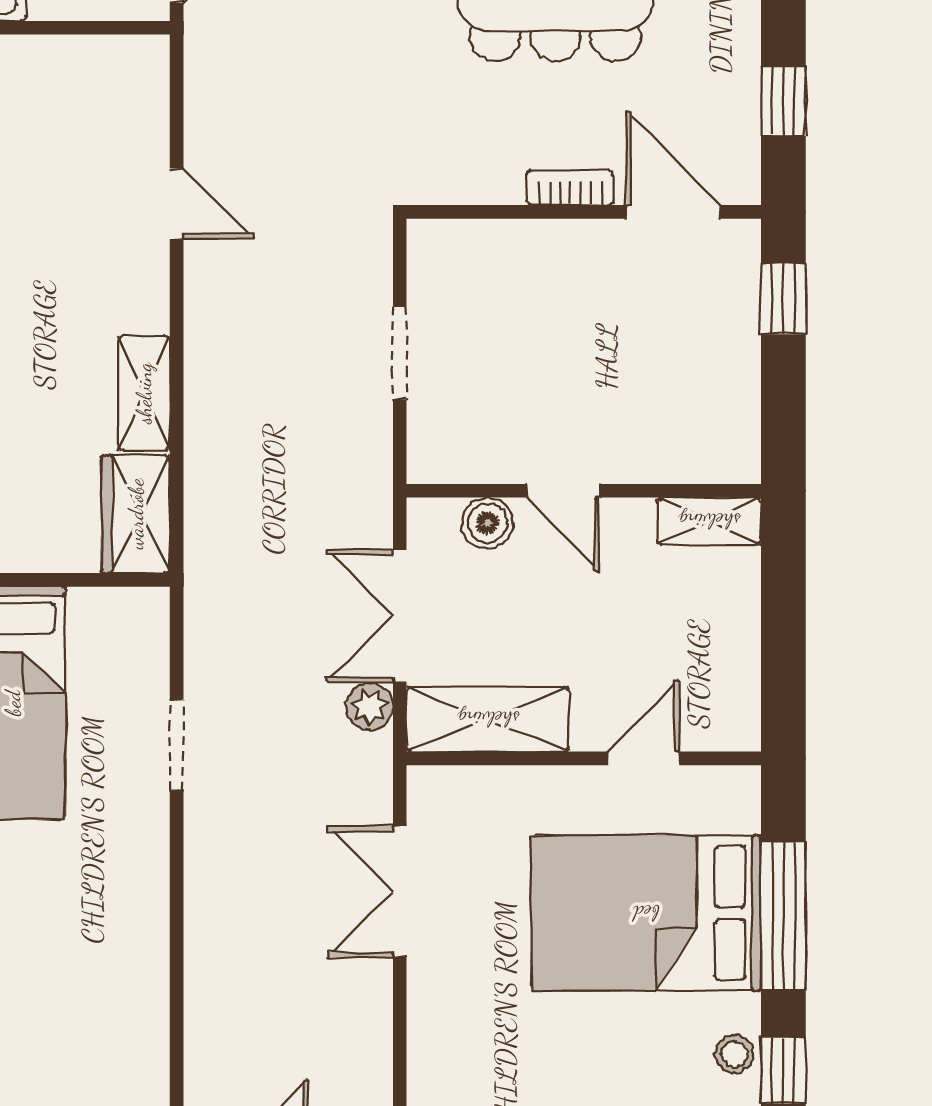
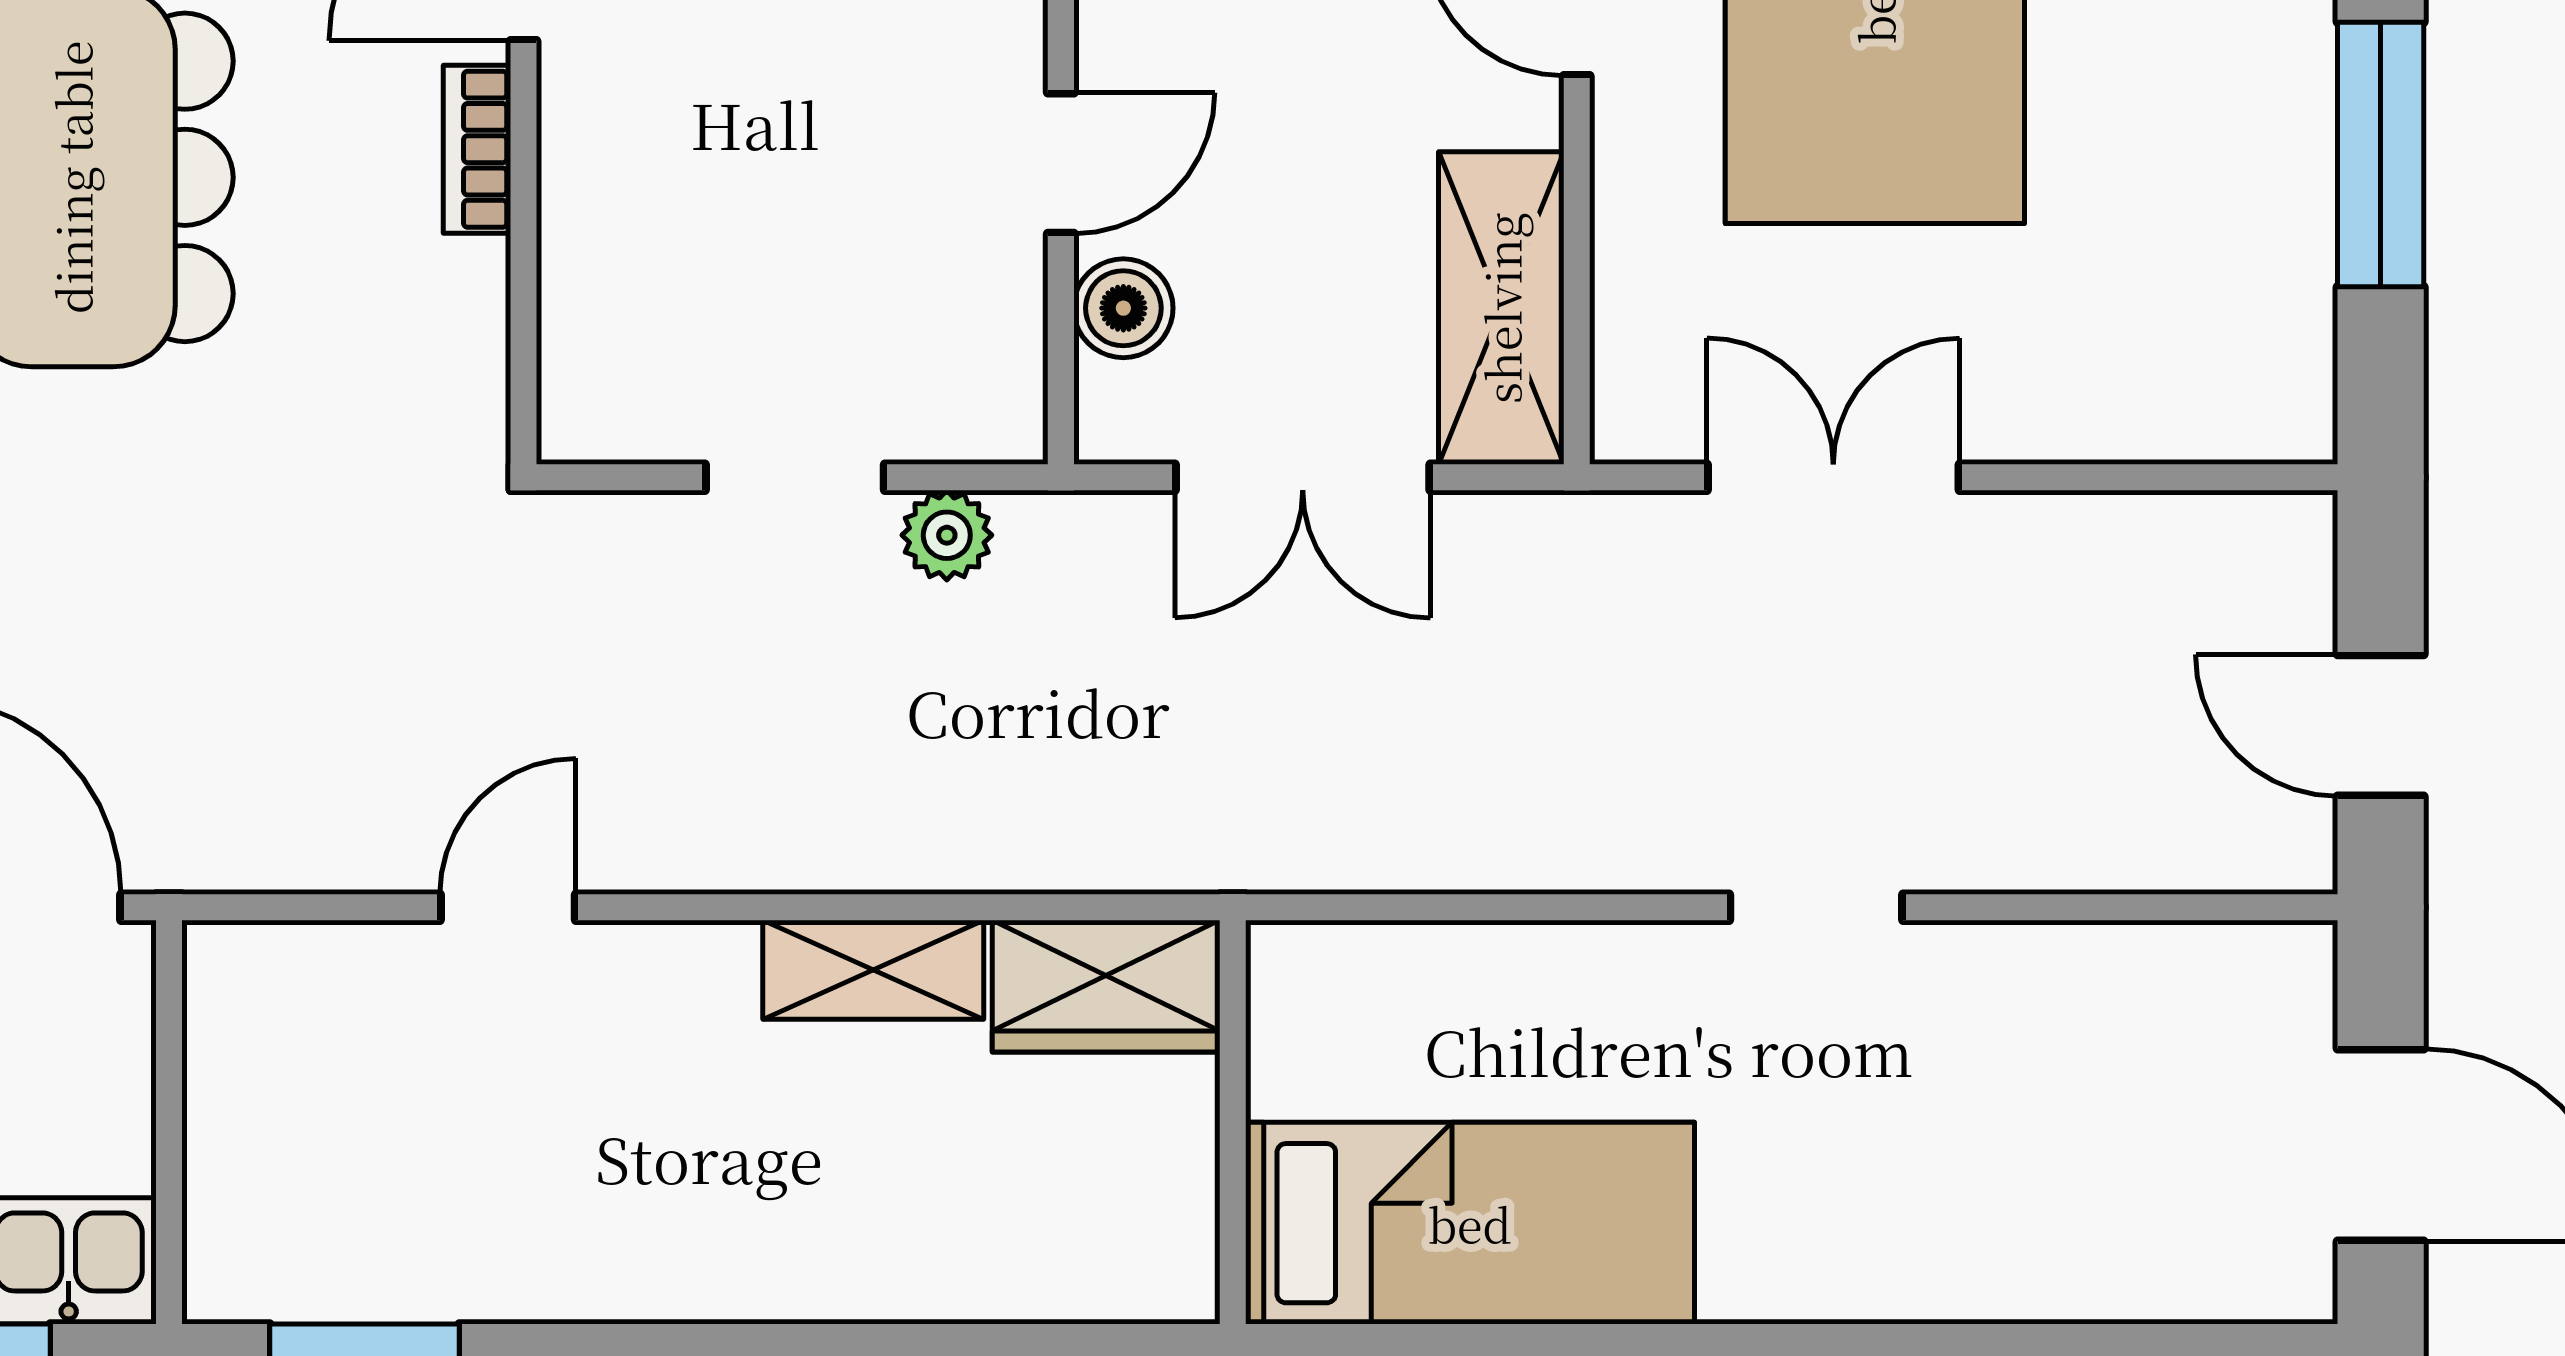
plant: (370, 706) -> (947, 535), moved
doorway: (177, 745) -> (1816, 907), moved
double door: (400, 892) -> (1833, 477), swing flipped

